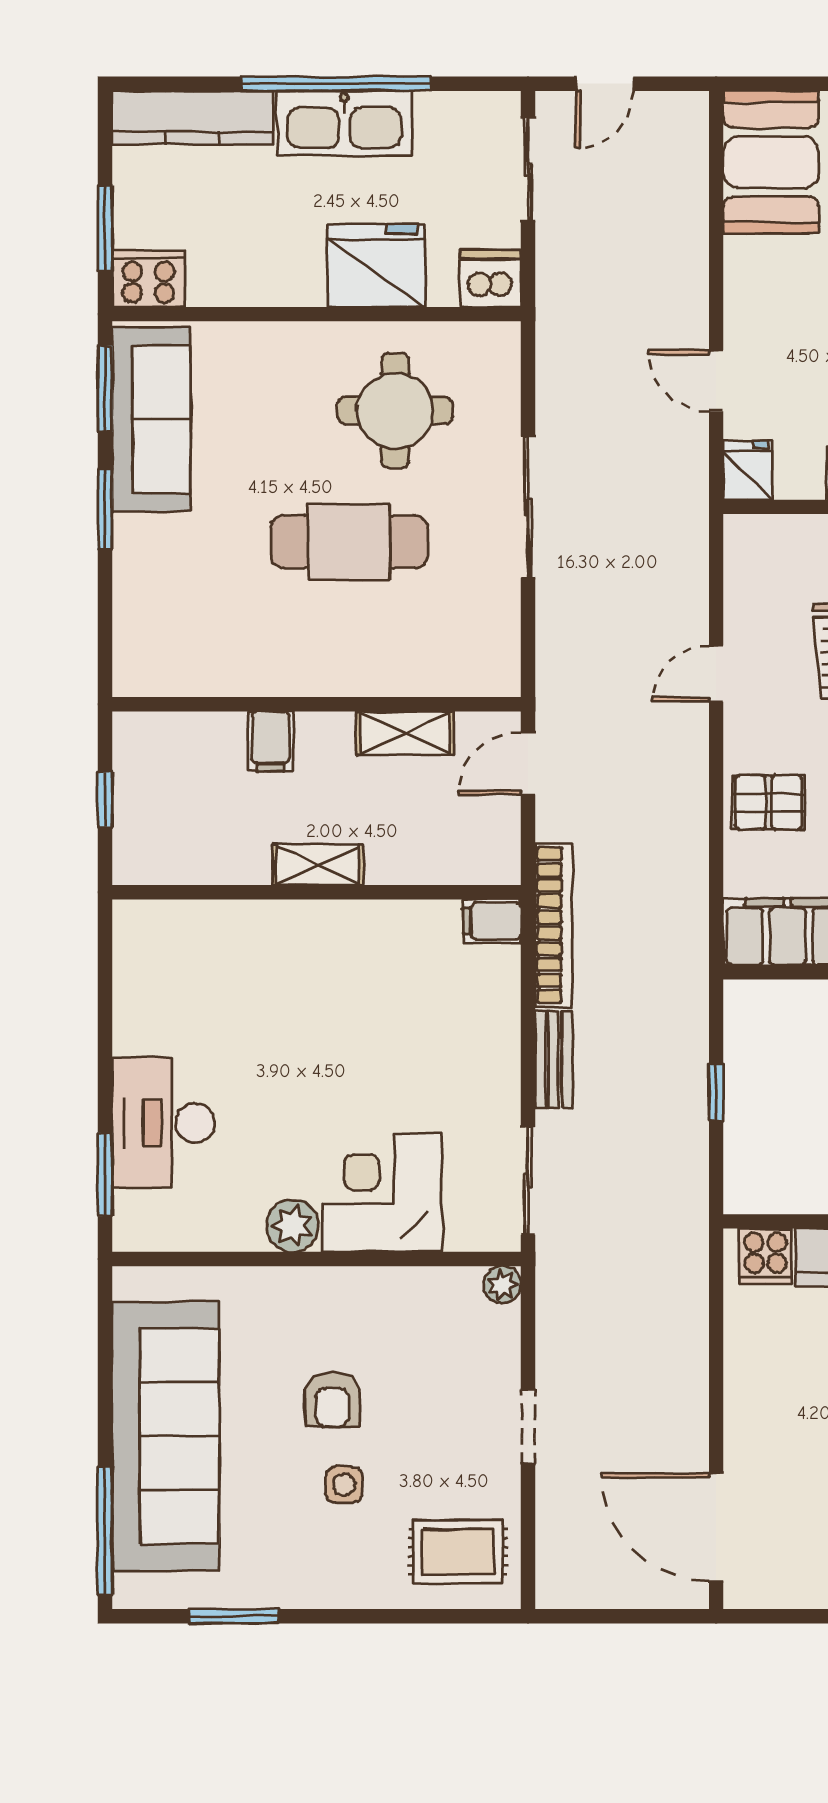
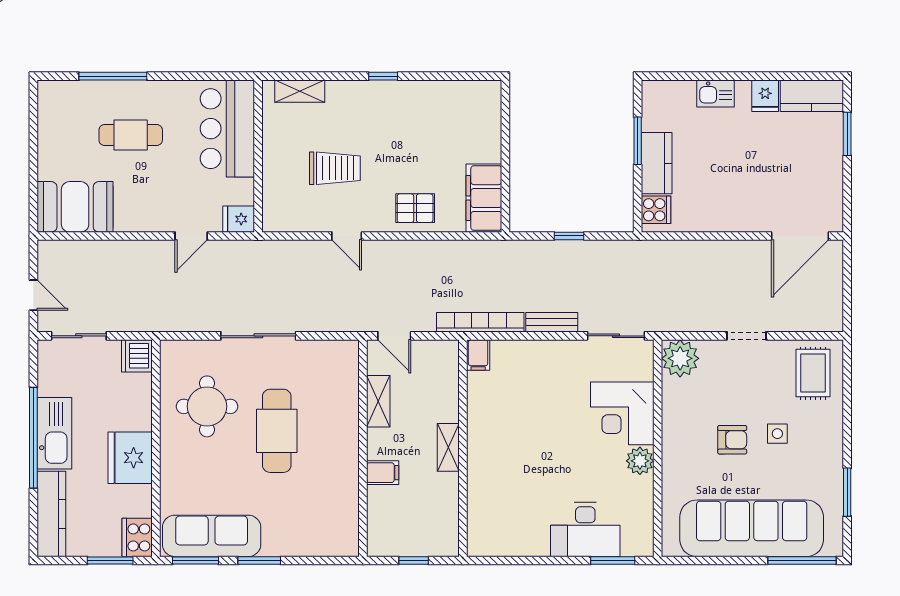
fridge: (376, 266) -> (130, 458), moved
pallet: (768, 802) -> (415, 208), turned 90
plant: (502, 1285) -> (680, 358), width x1.88, depth x1.88

